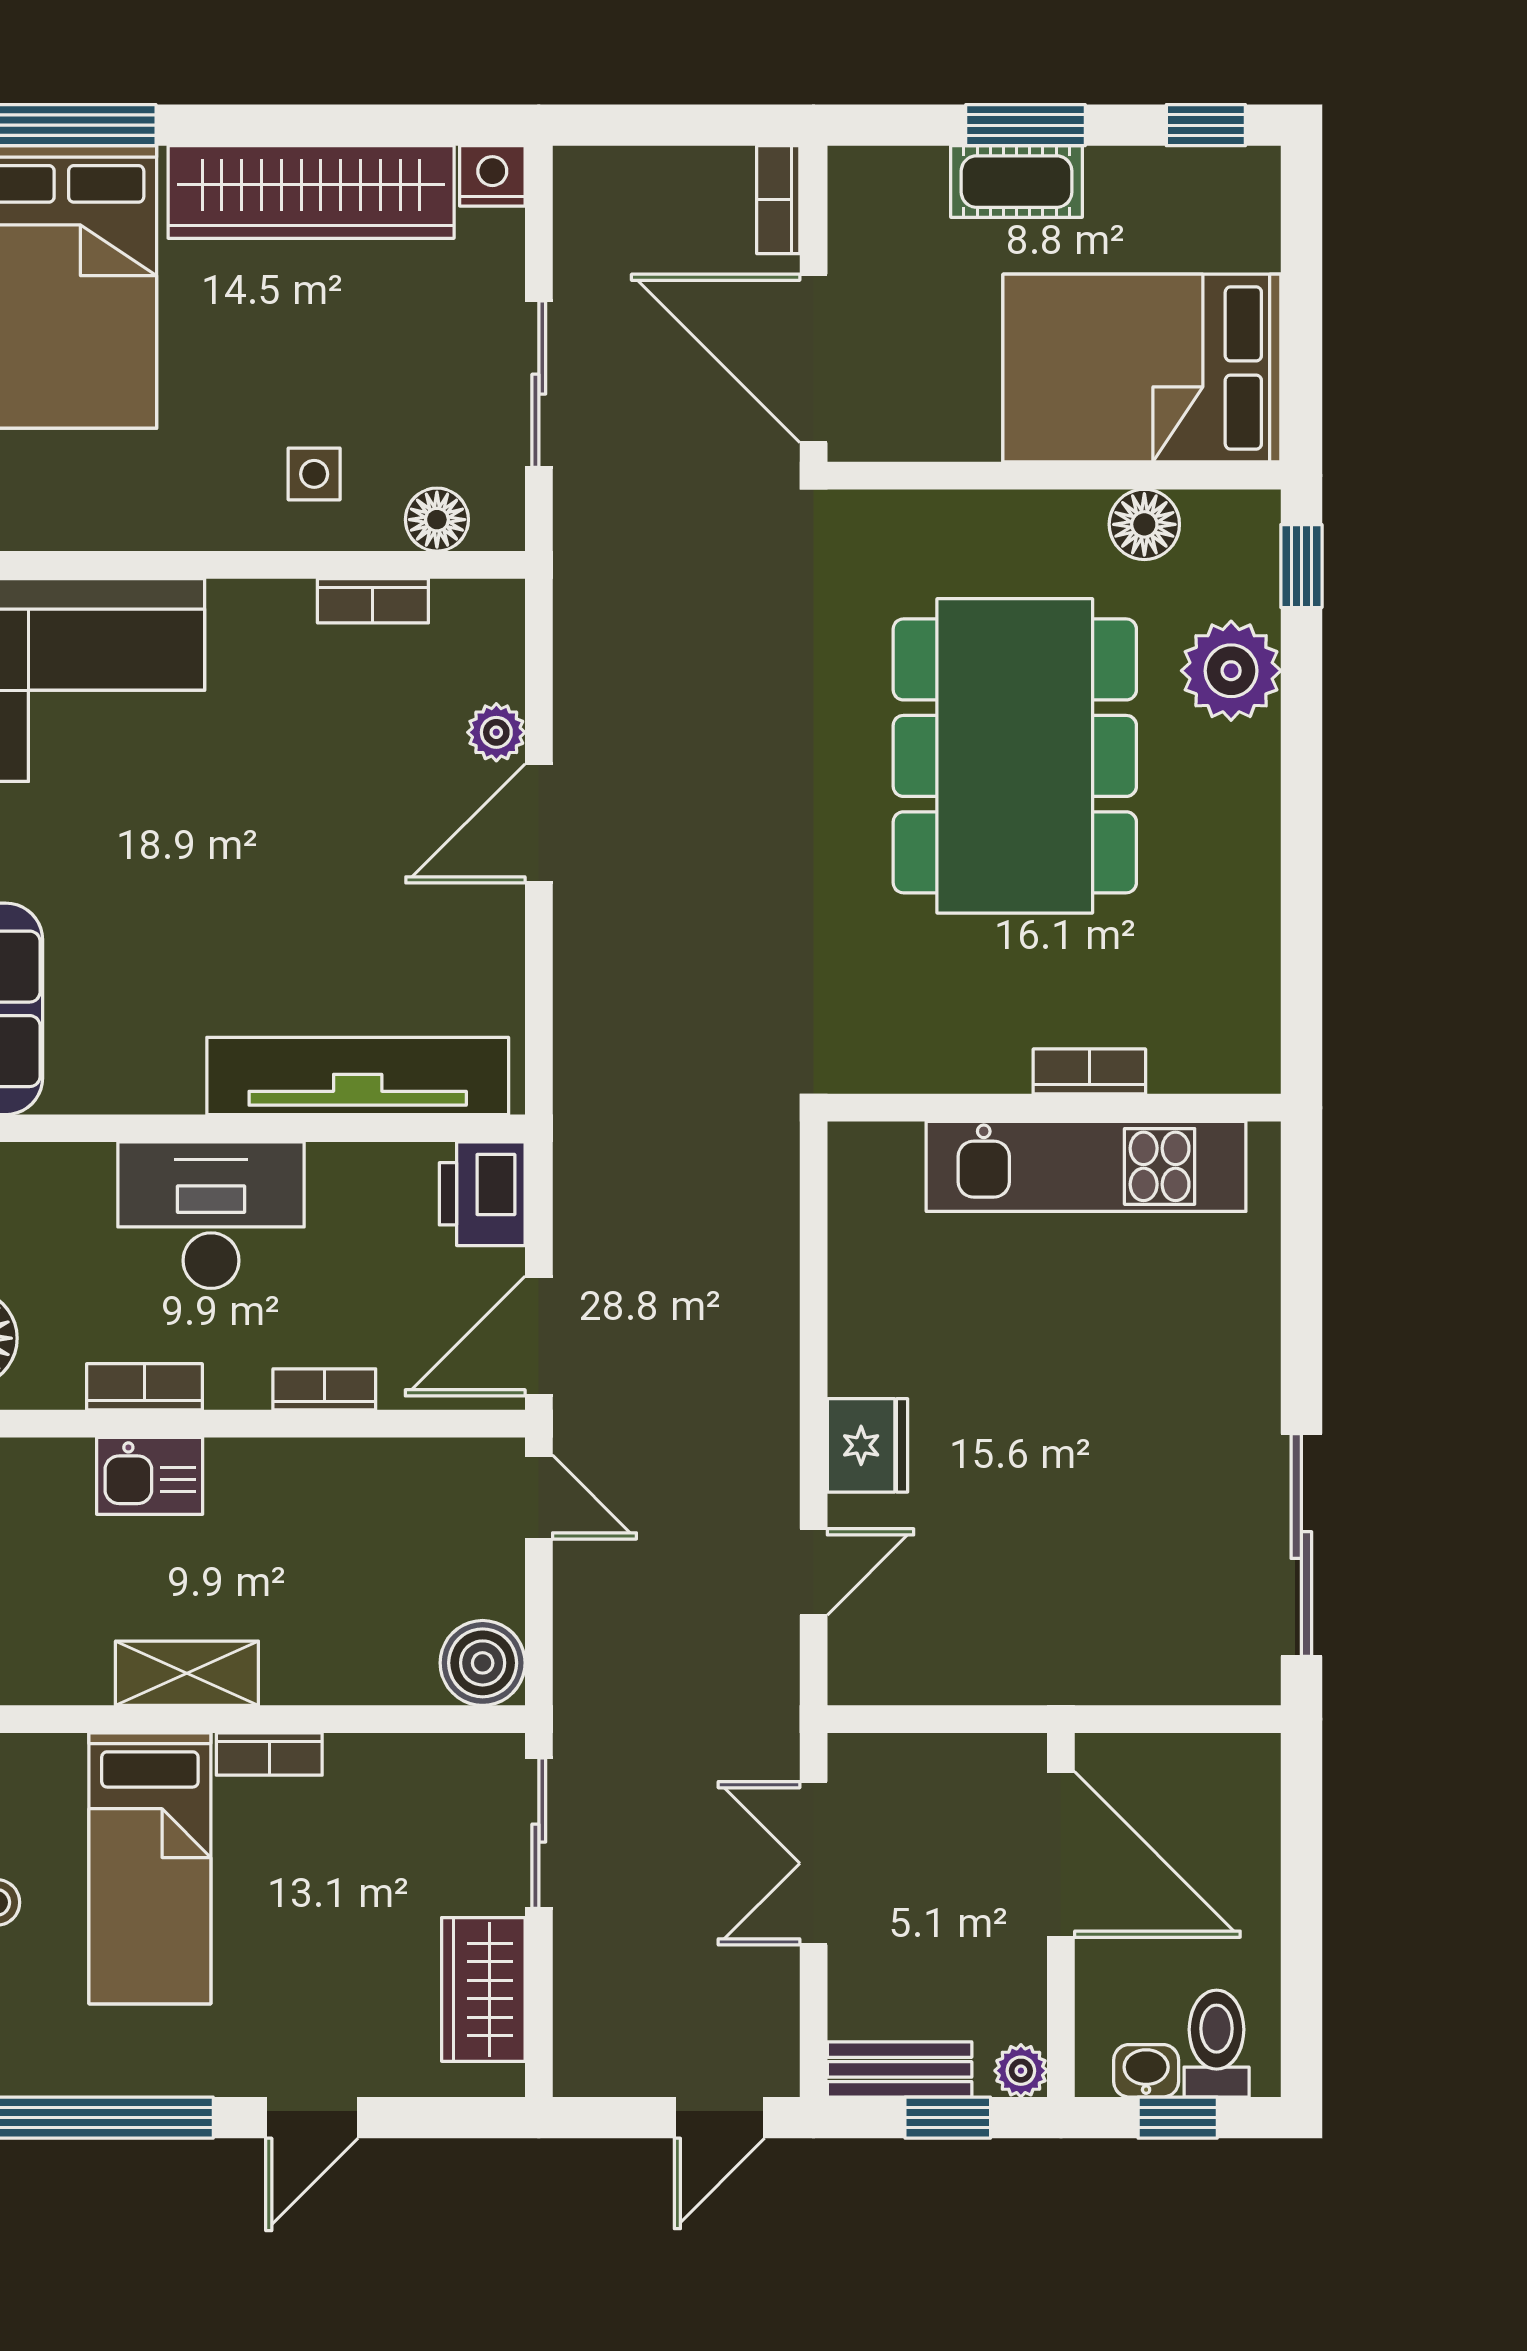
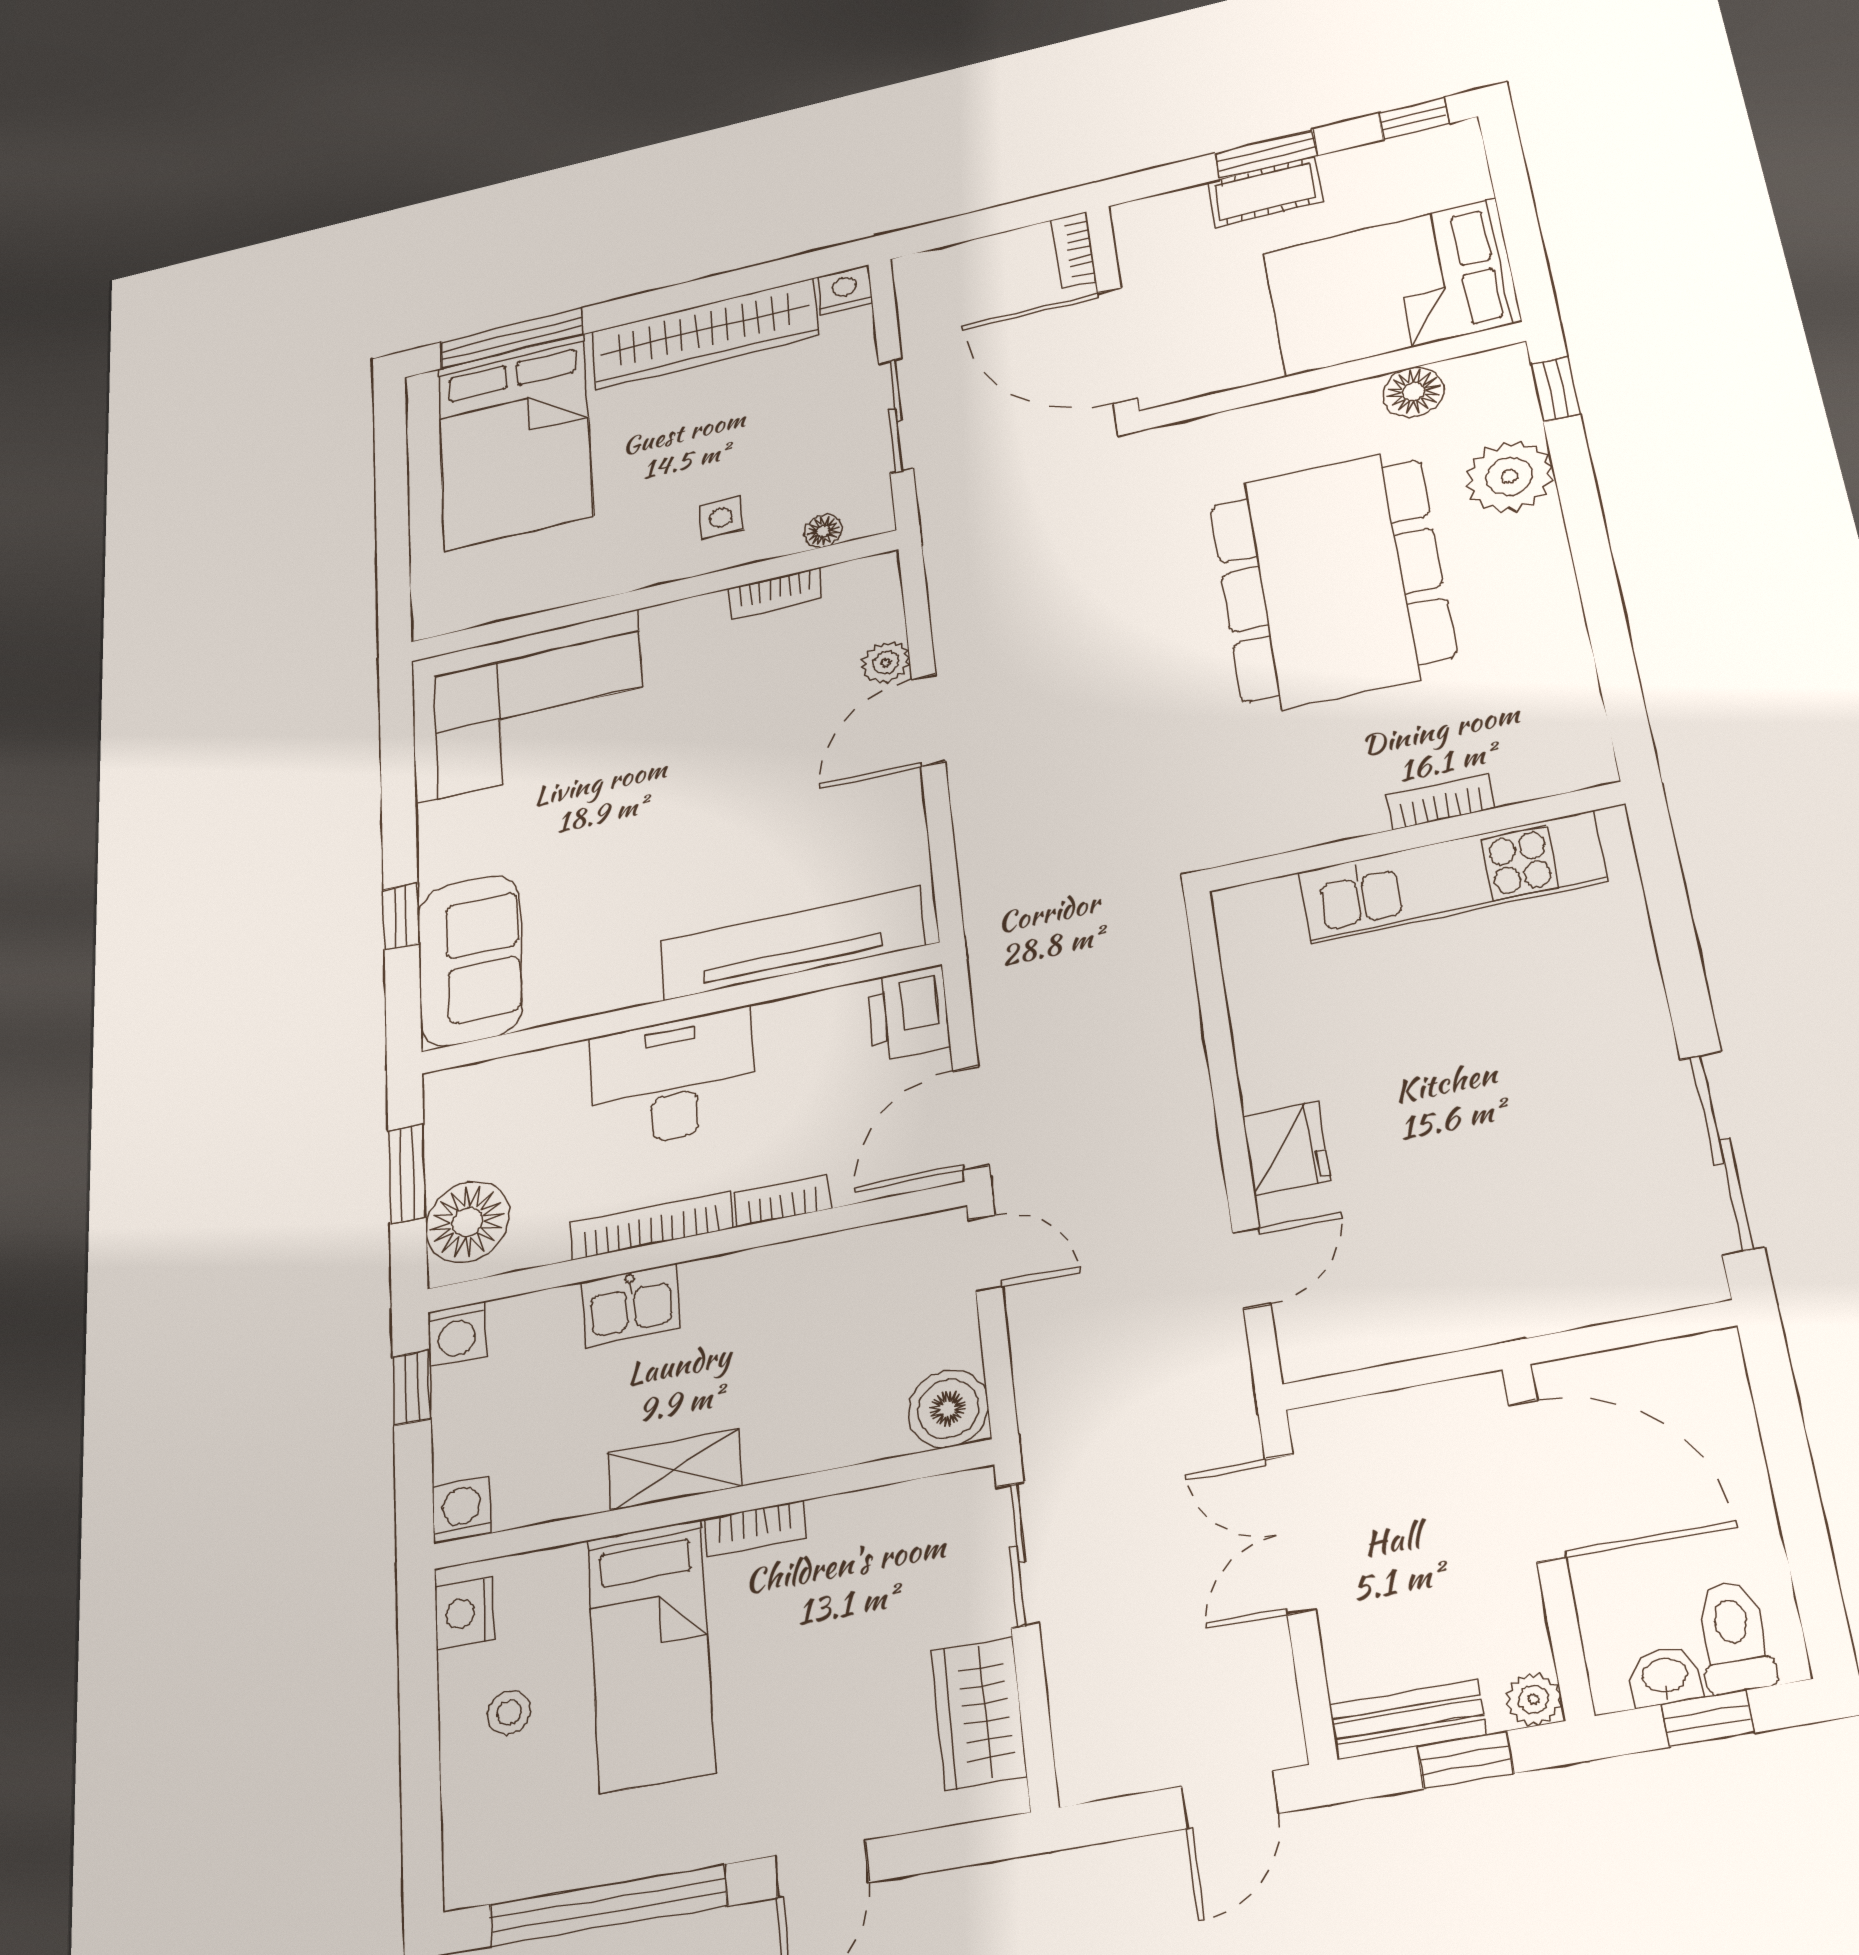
floor lamp: (437, 520) -> (823, 531), width x0.73, depth x0.73
bookcase: (144, 1387) -> (651, 1225), width x1.56

